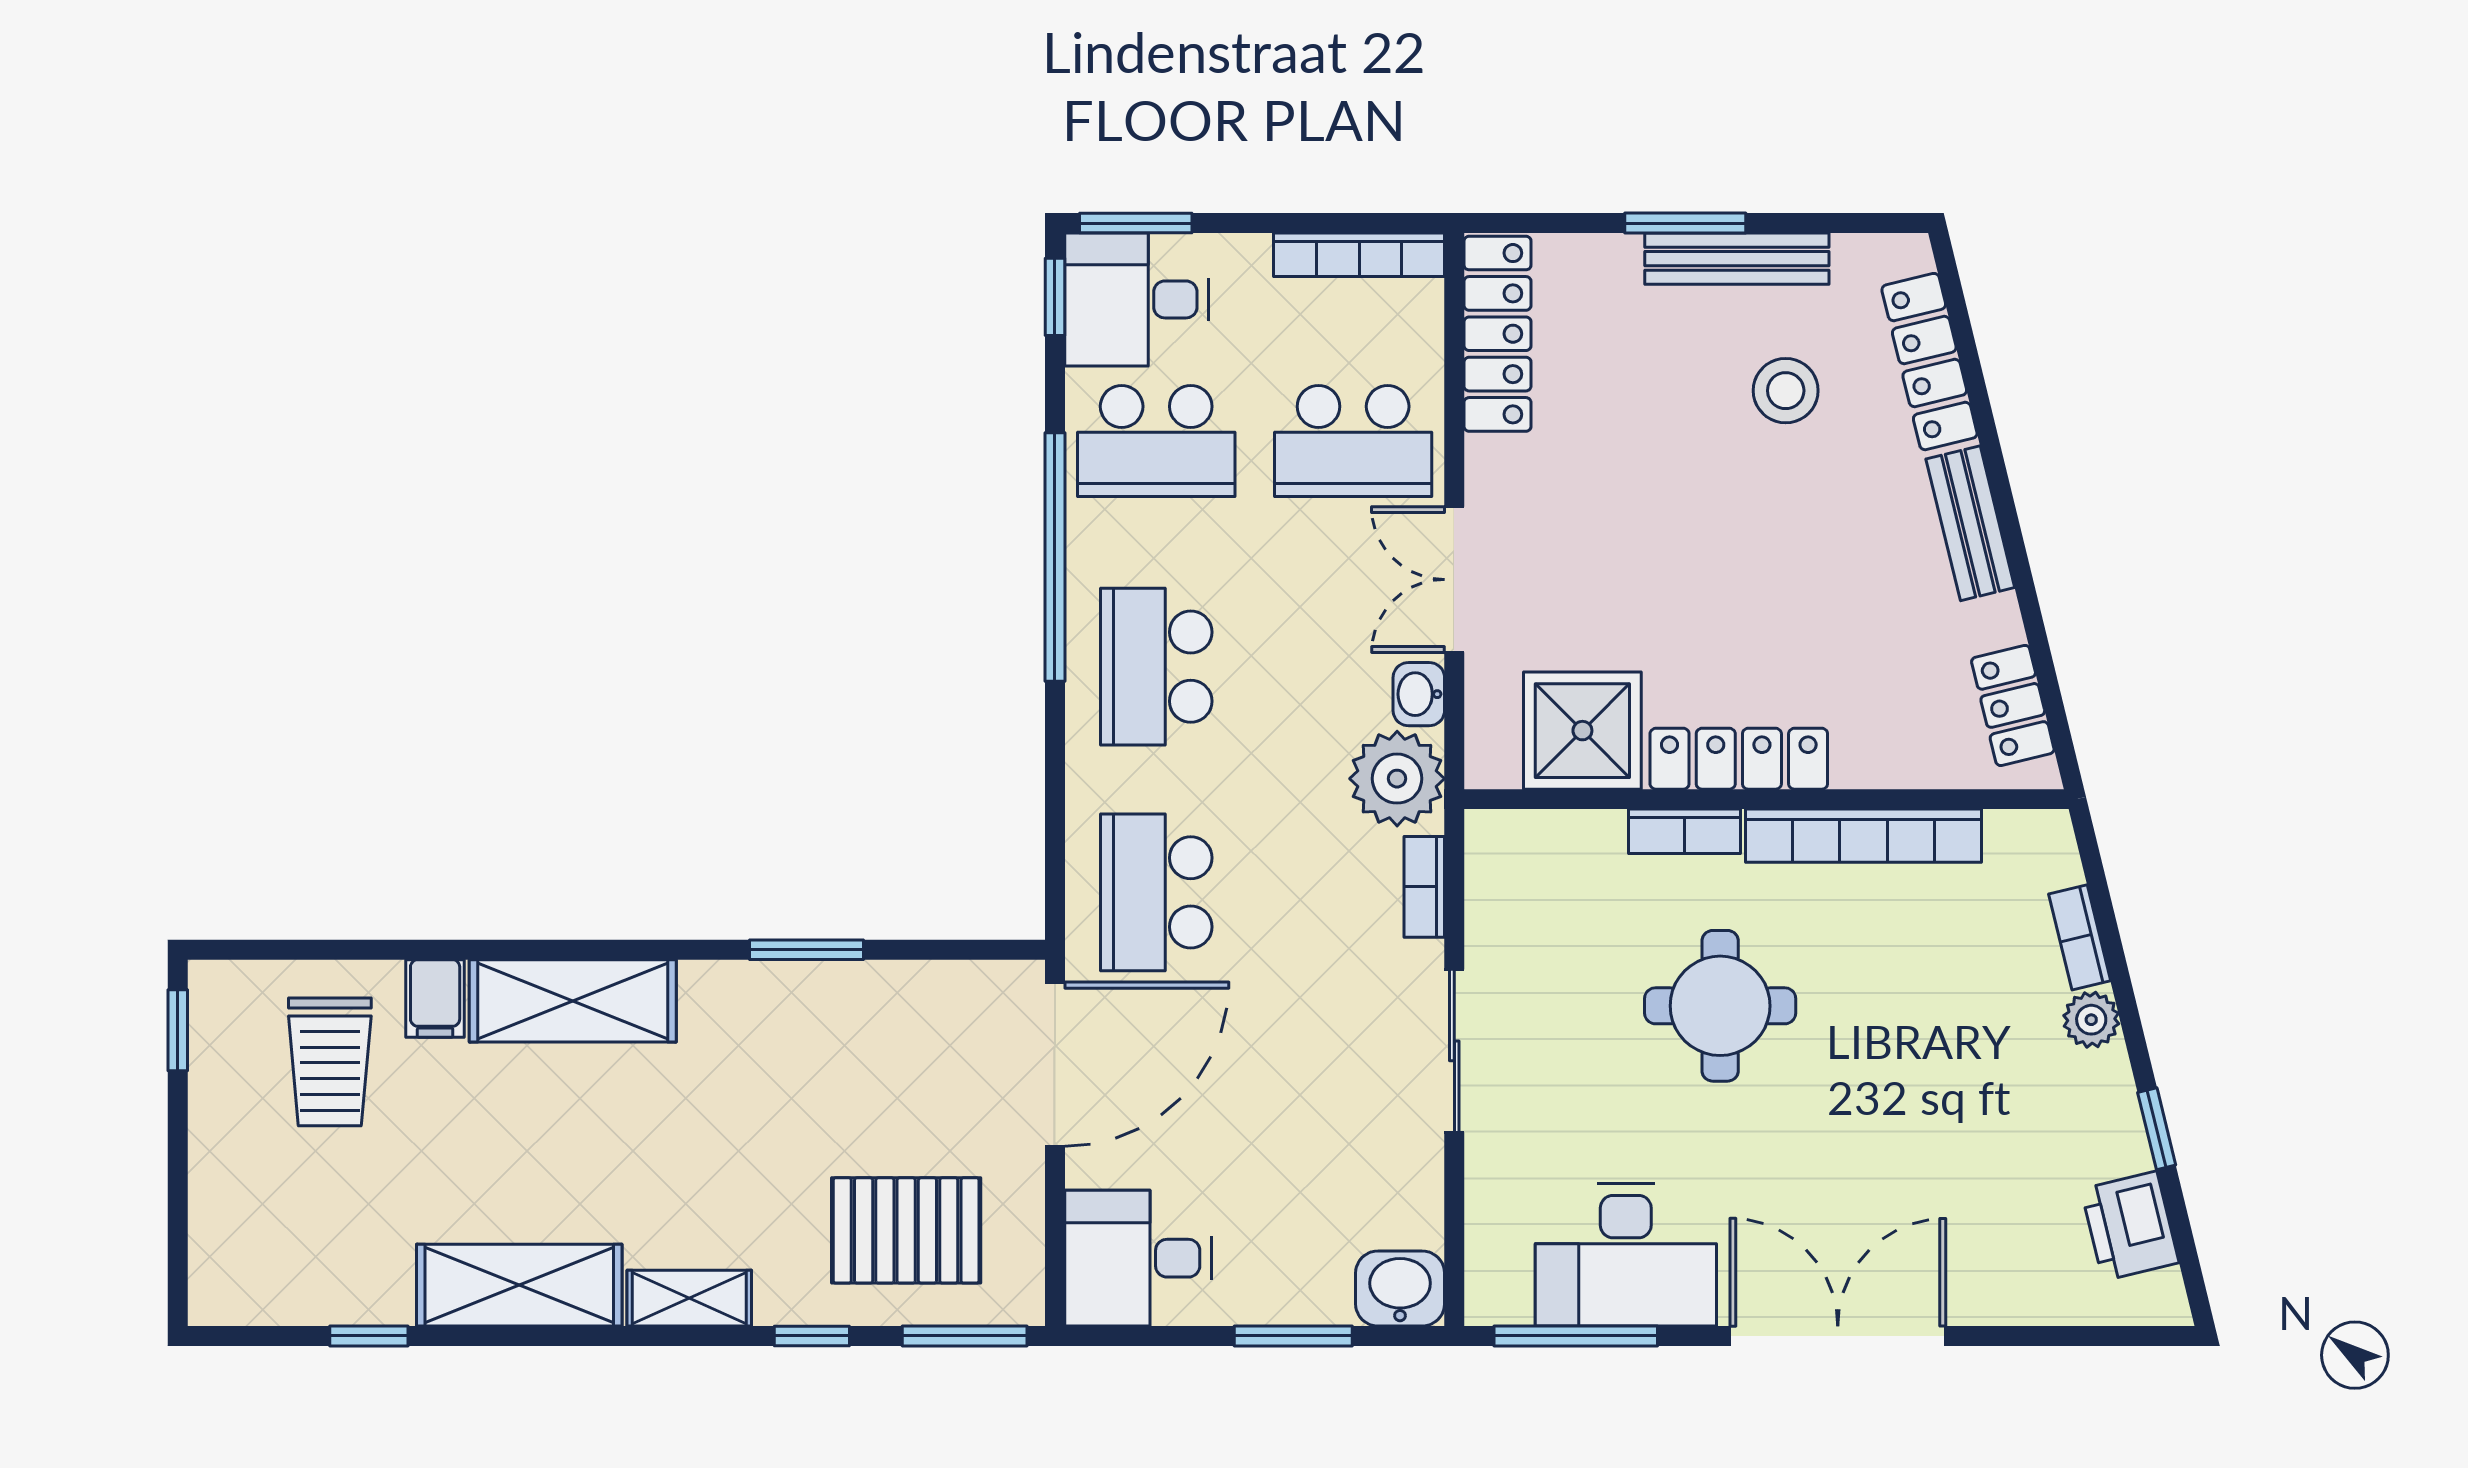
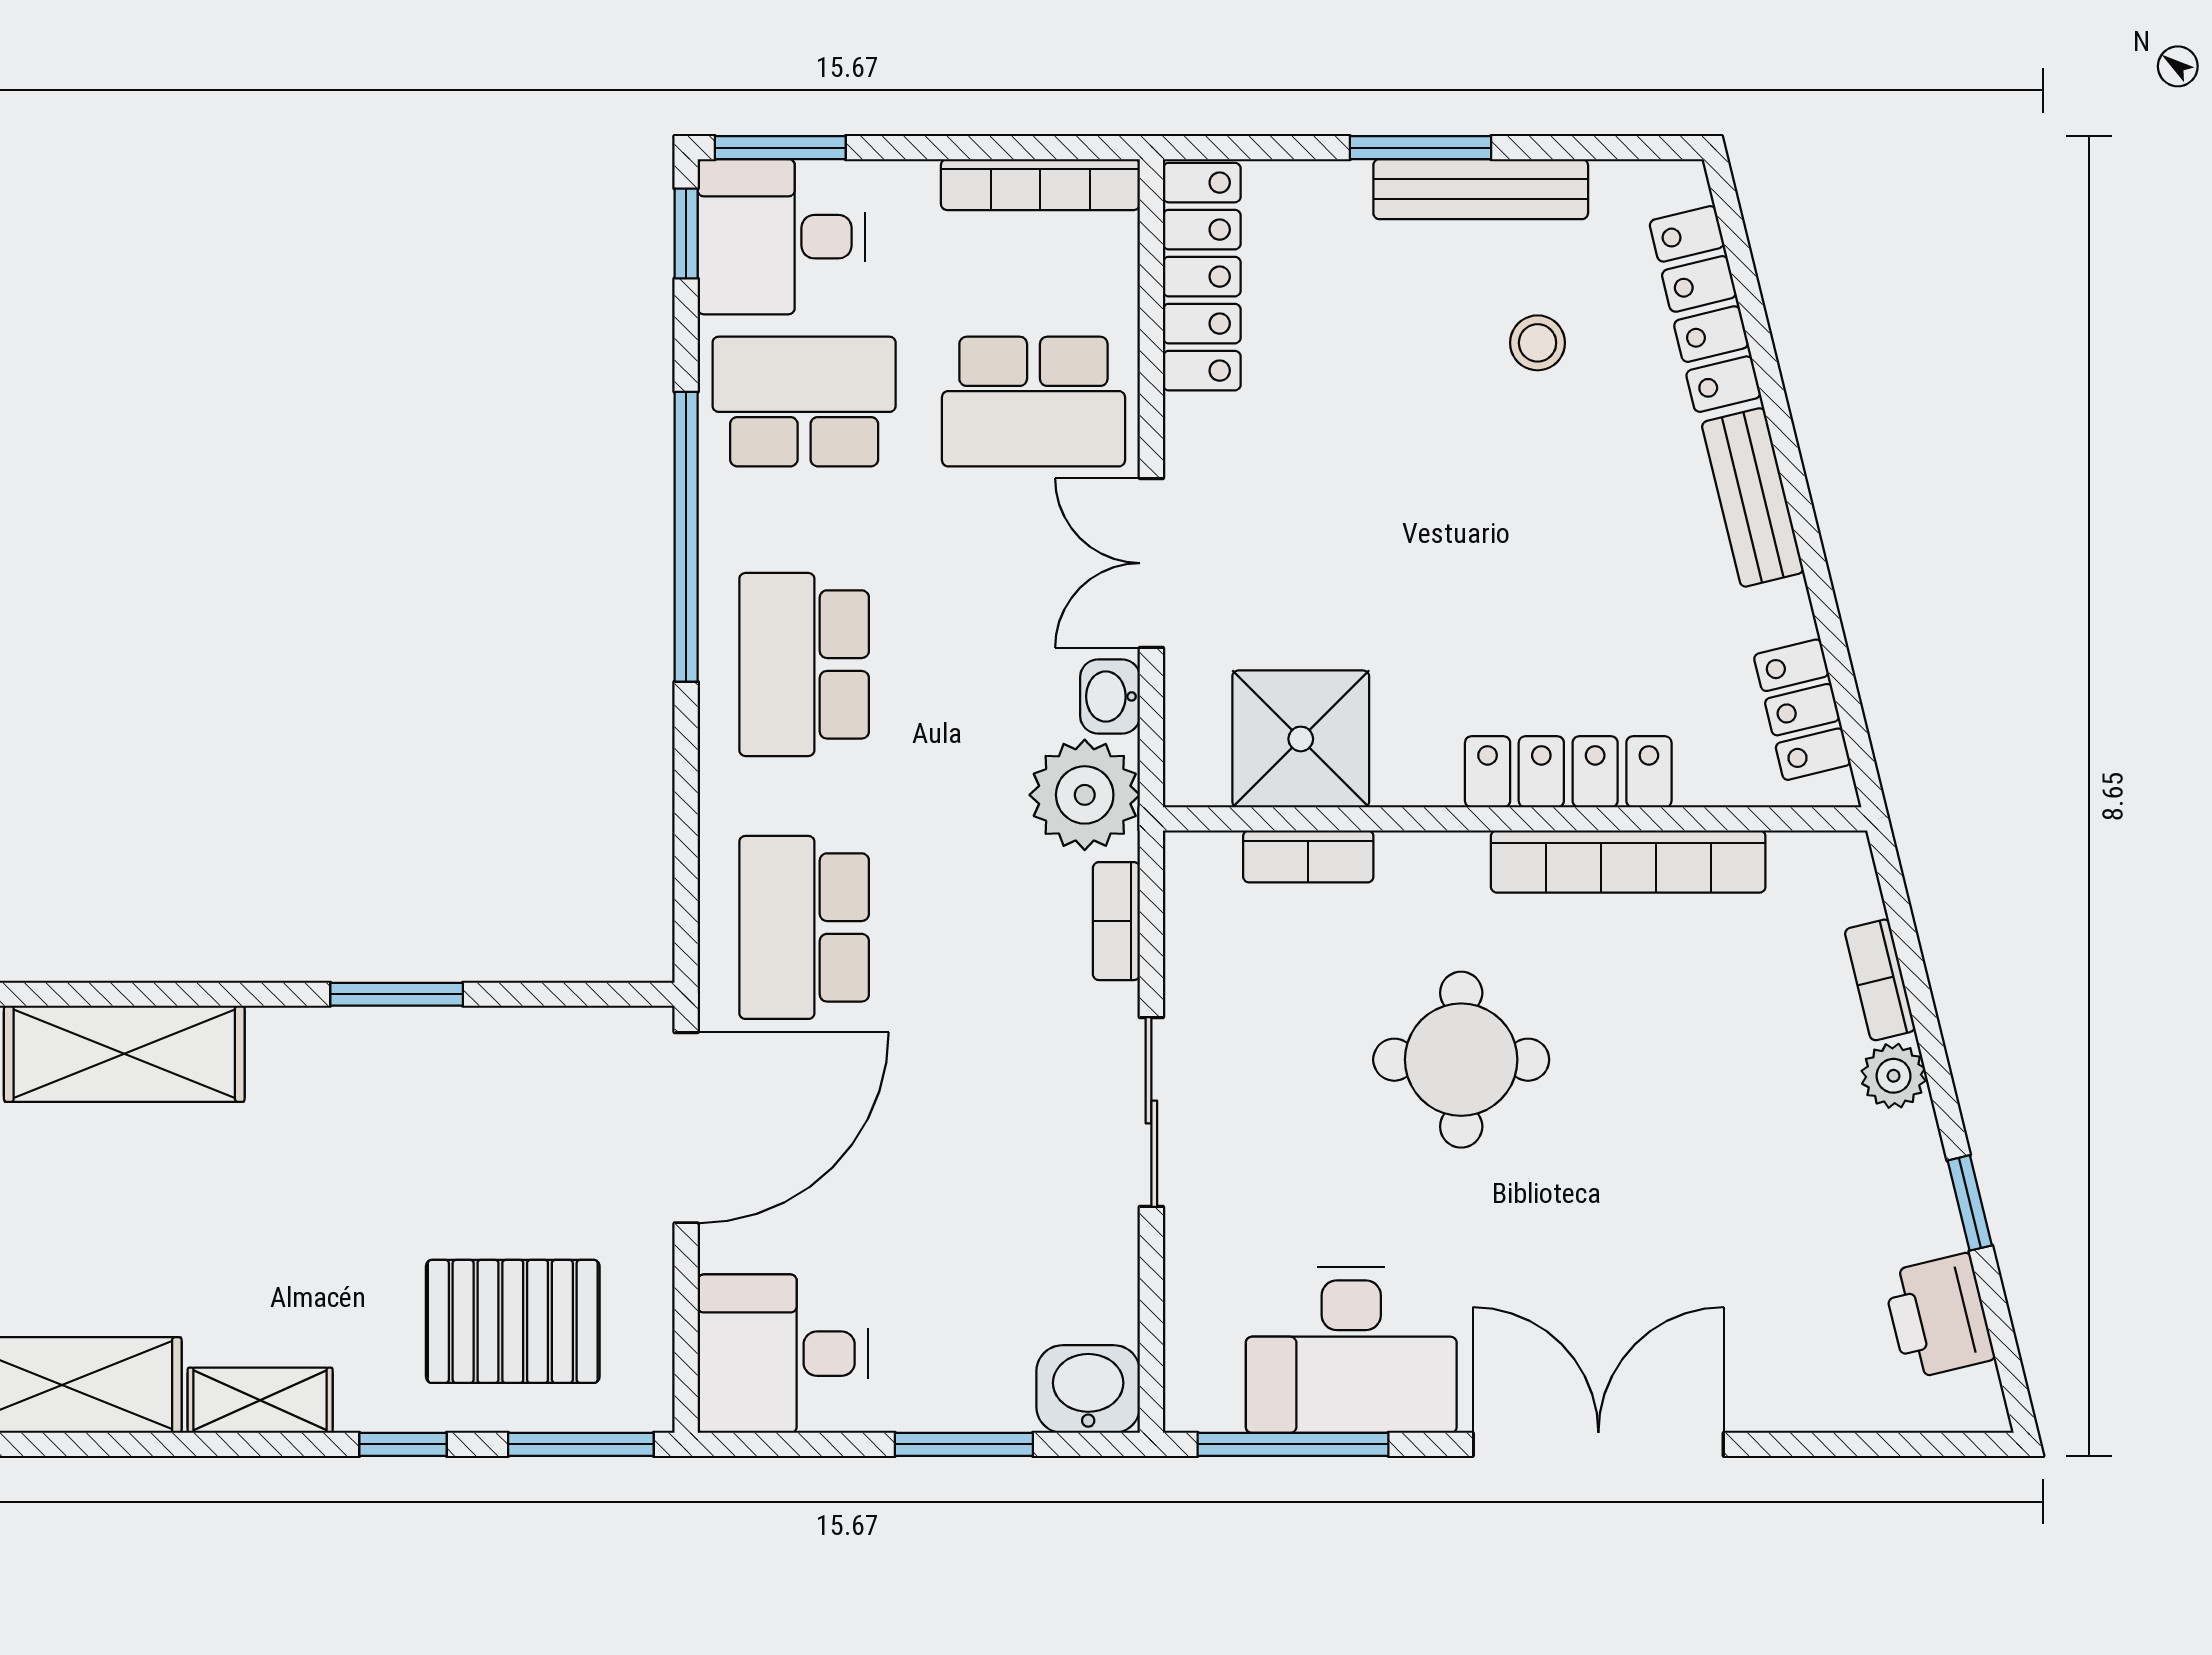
stool: (1786, 391) -> (1538, 343), width x0.73, depth x0.73
school desk: (1156, 441) -> (804, 402), turned 180
locker: (1739, 759) -> (1568, 772), moved
bookcase: (1684, 831) -> (1308, 856), moved

